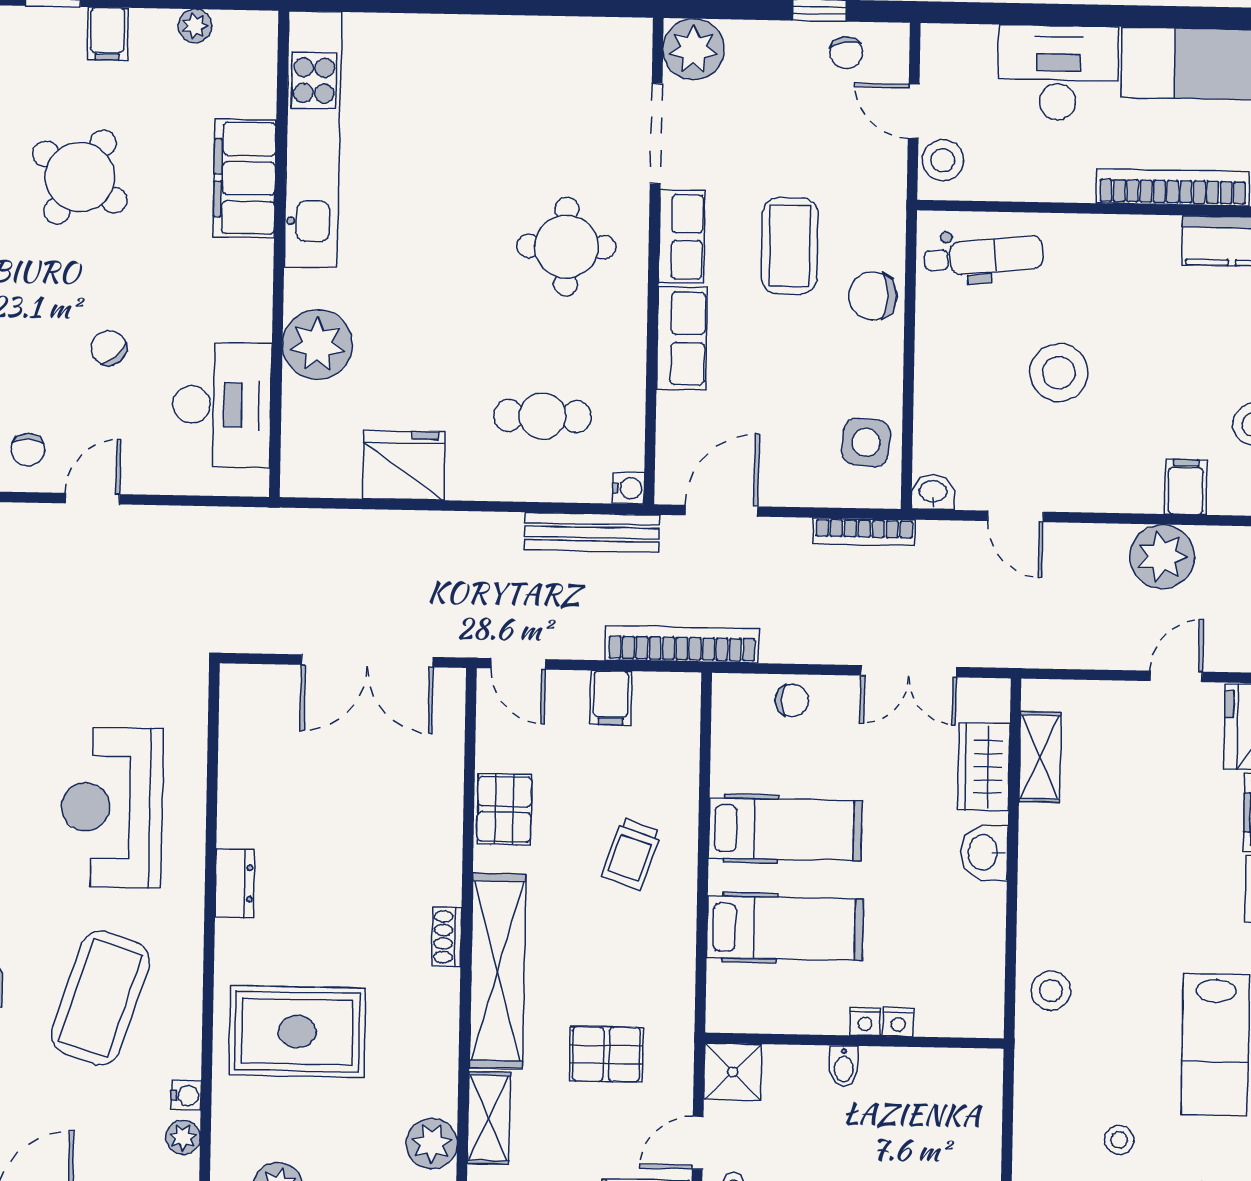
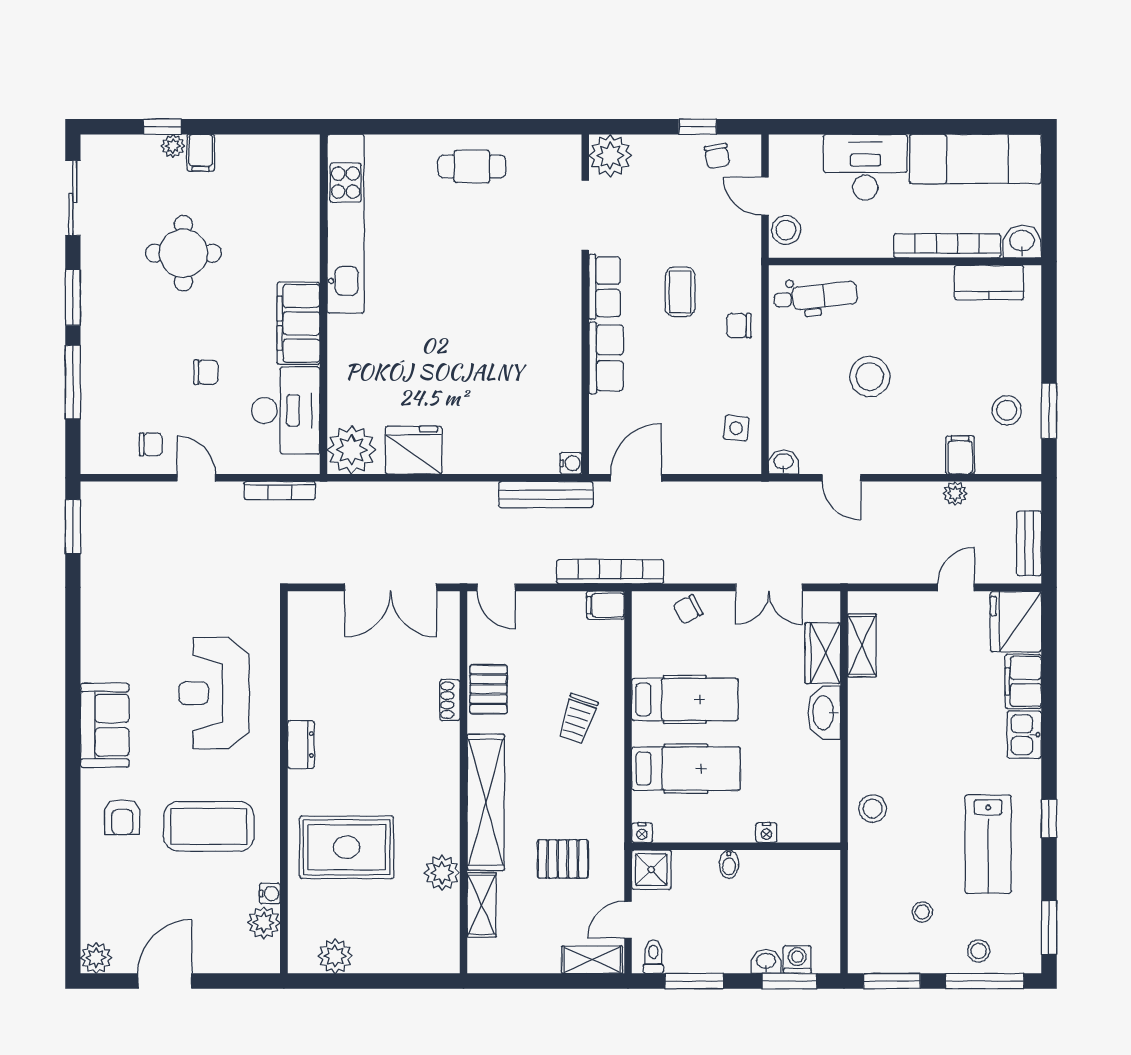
plant: (195, 26) -> (173, 146), moved
round table: (80, 177) -> (183, 253), turned -33
filing cabinet: (245, 178) -> (298, 323), moved
coffee table: (790, 246) -> (680, 292), width x0.73, depth x0.77
round table: (566, 247) -> (524, 295), removed
chair: (873, 296) -> (739, 326), width x0.73, depth x0.73
plant: (317, 344) -> (352, 450), moved
chair: (109, 348) -> (206, 372), turned 132
cafe table: (542, 416) -> (472, 166), moved
side table: (866, 442) -> (736, 428), width x0.73, depth x0.73
chair: (28, 450) -> (151, 444), turned -90
door: (92, 499) -> (196, 478), hinge flipped
bookcase: (864, 532) -> (280, 491), moved
plant: (1162, 557) -> (955, 493), width x0.53, depth x0.53
filing cabinet: (611, 698) -> (605, 605), moved, turned 90
chair: (792, 700) -> (688, 609), turned 152
washbasin: (984, 852) -> (824, 713), width x1.38
shoe rack: (447, 937) -> (450, 700), moved
coffee table: (101, 998) -> (209, 826), turned 72
nightstand: (865, 1022) -> (642, 833), moved
plant: (183, 1137) -> (264, 923), width x1.38, depth x1.38
plant: (432, 1144) -> (442, 873), moved

